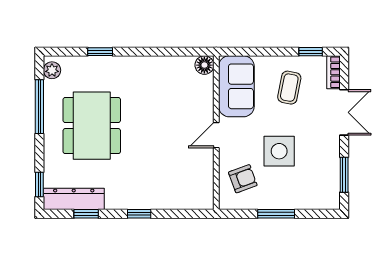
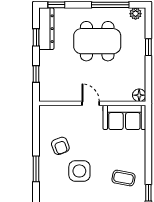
floor lamp: (204, 65) -> (139, 95), moved
sofa: (236, 86) -> (124, 117), moved
wall: (216, 133) -> (92, 103), moved
door: (216, 135) -> (91, 103), moved

